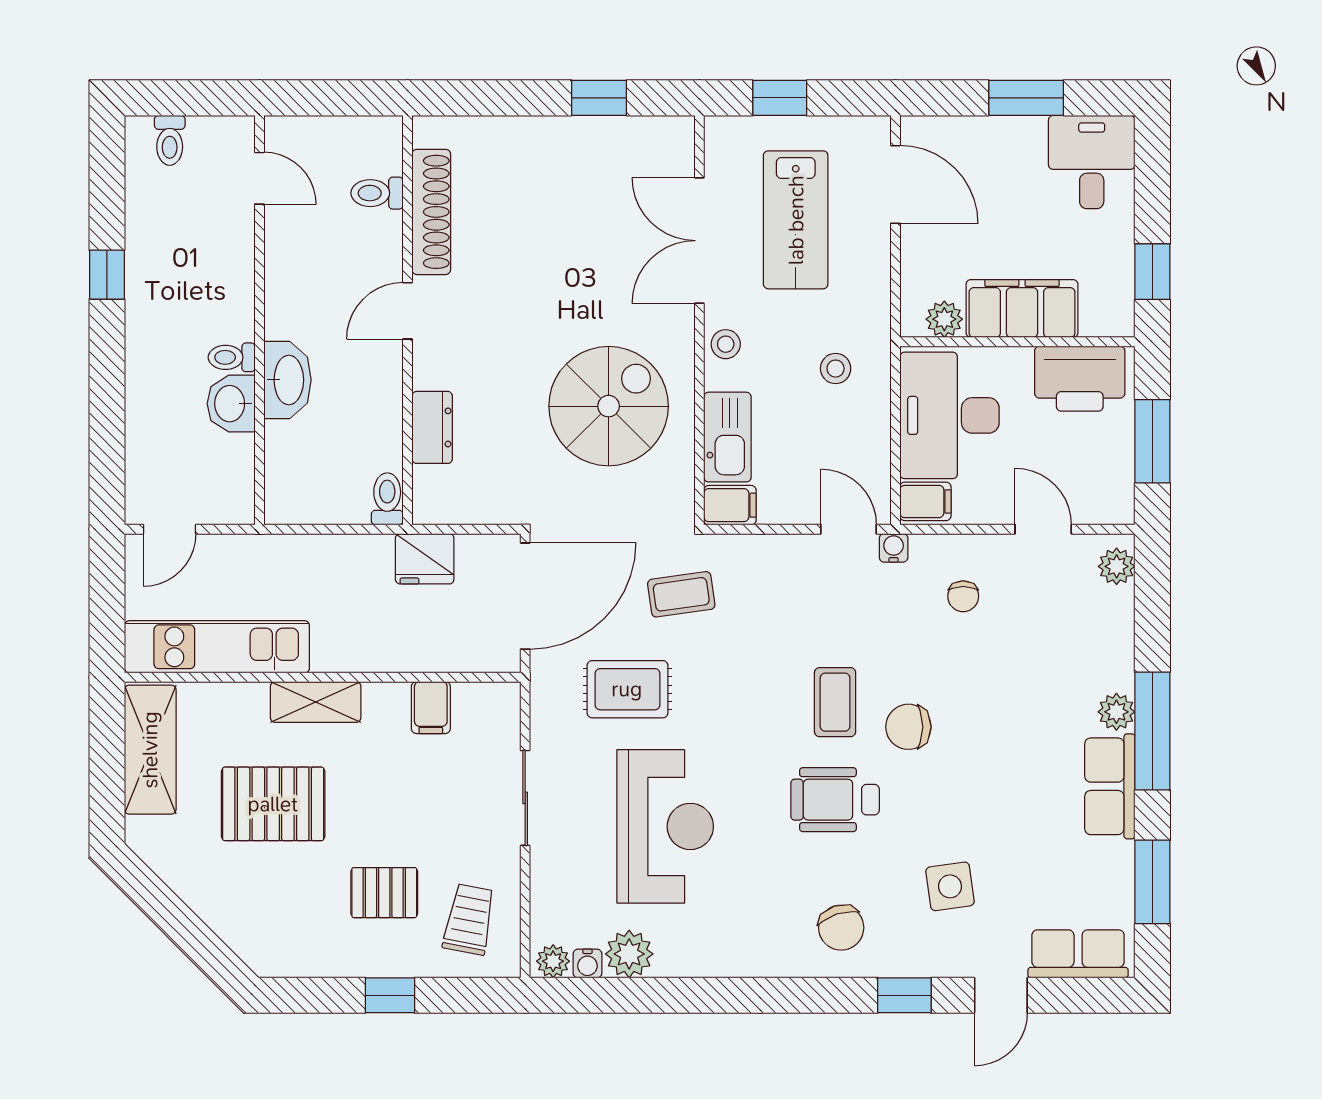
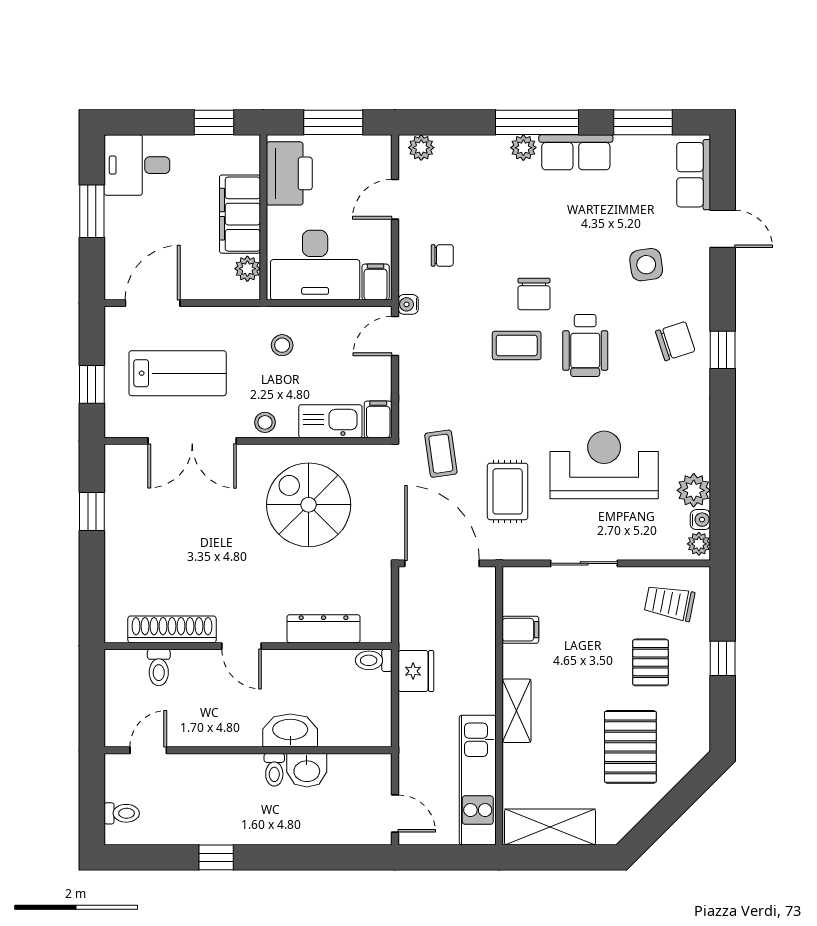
dresser: (432, 427) -> (324, 629), width x1.44
fridge: (425, 559) -> (416, 671), moved
pallet: (273, 804) -> (630, 747), moved
window: (904, 995) -> (723, 350), moved

